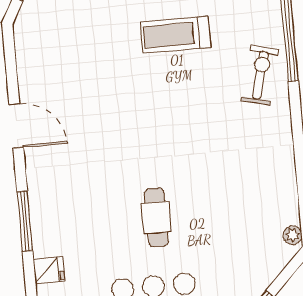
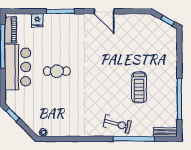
treadmill: (176, 35) -> (139, 87), turned 180
door: (16, 126) -> (104, 11), hinge flipped

